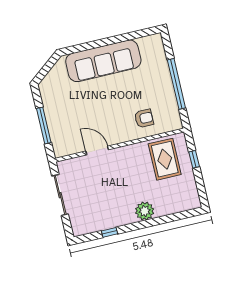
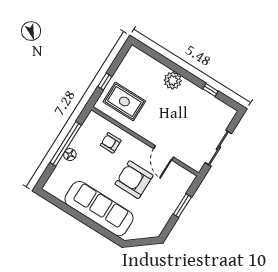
floor lamp: (165, 79) -> (70, 155), added
armchair: (99, 108) -> (134, 180), added
window: (44, 125) -> (182, 206), width x0.69
rug: (165, 159) -> (124, 101), turned 90

